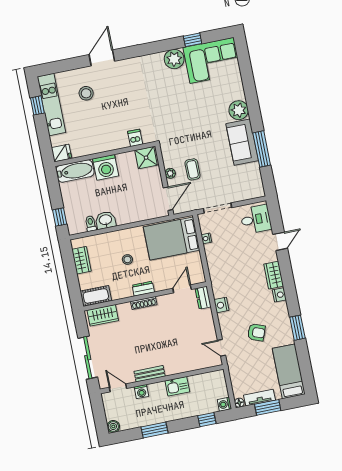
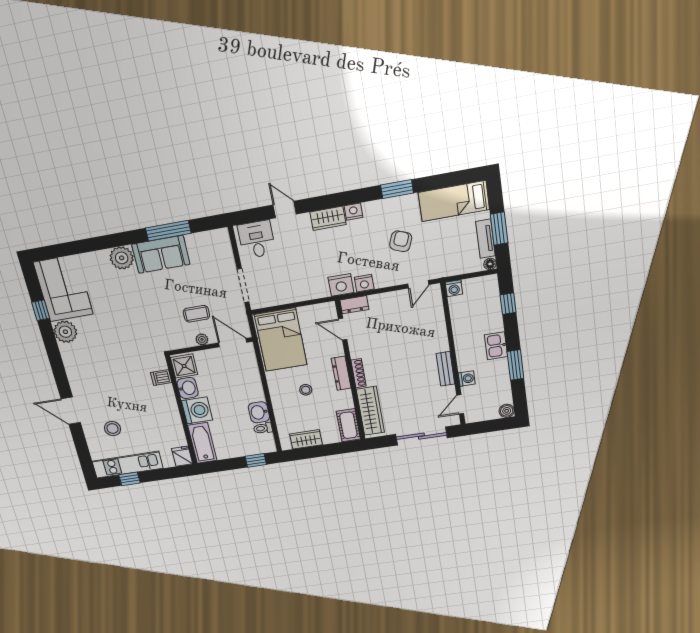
washbasin: (126, 160) -> (188, 388), added
nightstand: (206, 238) -> (341, 285), moved, width x1.89, depth x1.79
dresser: (143, 289) -> (341, 373), width x1.44
wardrobe: (103, 315) -> (370, 411), width x1.50
kitchen sink: (177, 386) -> (496, 346), moved, turned 180
washing machine: (224, 404) -> (454, 288), moved

